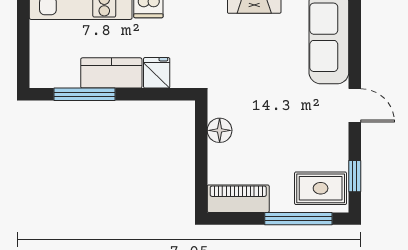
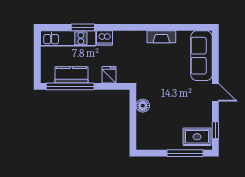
kitchen counter: (111, 73) -> (71, 75), moved
window: (84, 94) -> (70, 86), width x1.46
piano: (238, 199) -> (153, 142), removed

